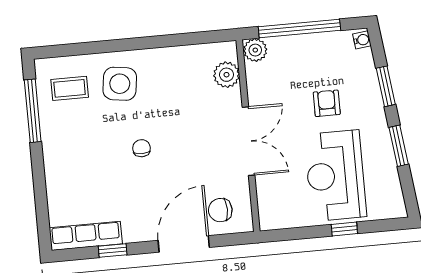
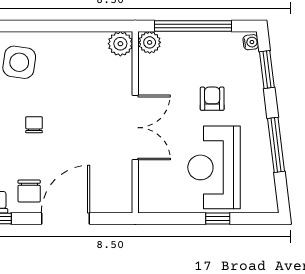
plant: (227, 75) -> (120, 44), moved
window: (386, 86) -> (267, 69), moved
window: (399, 146) -> (276, 145), width x1.44
chair: (220, 210) -> (29, 191), moved, turned -89

